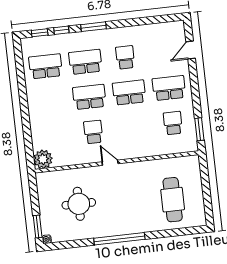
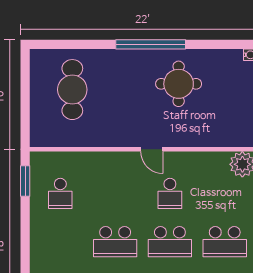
school desk: (169, 88) -> (225, 242), moved
round table: (79, 204) -> (179, 84), moved

